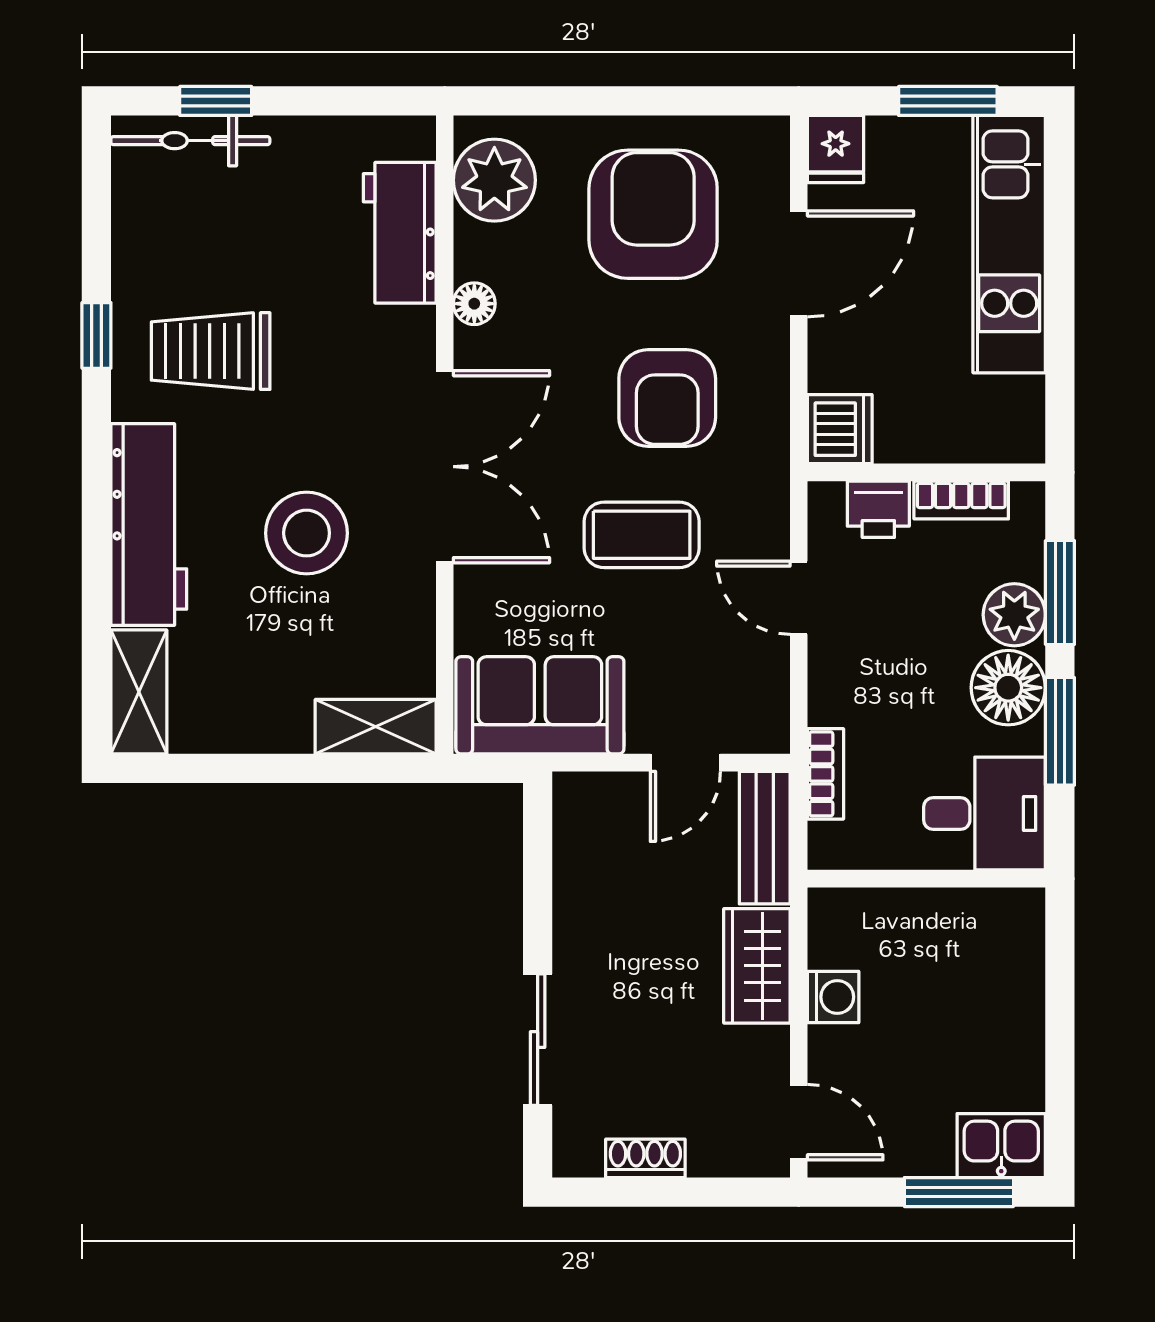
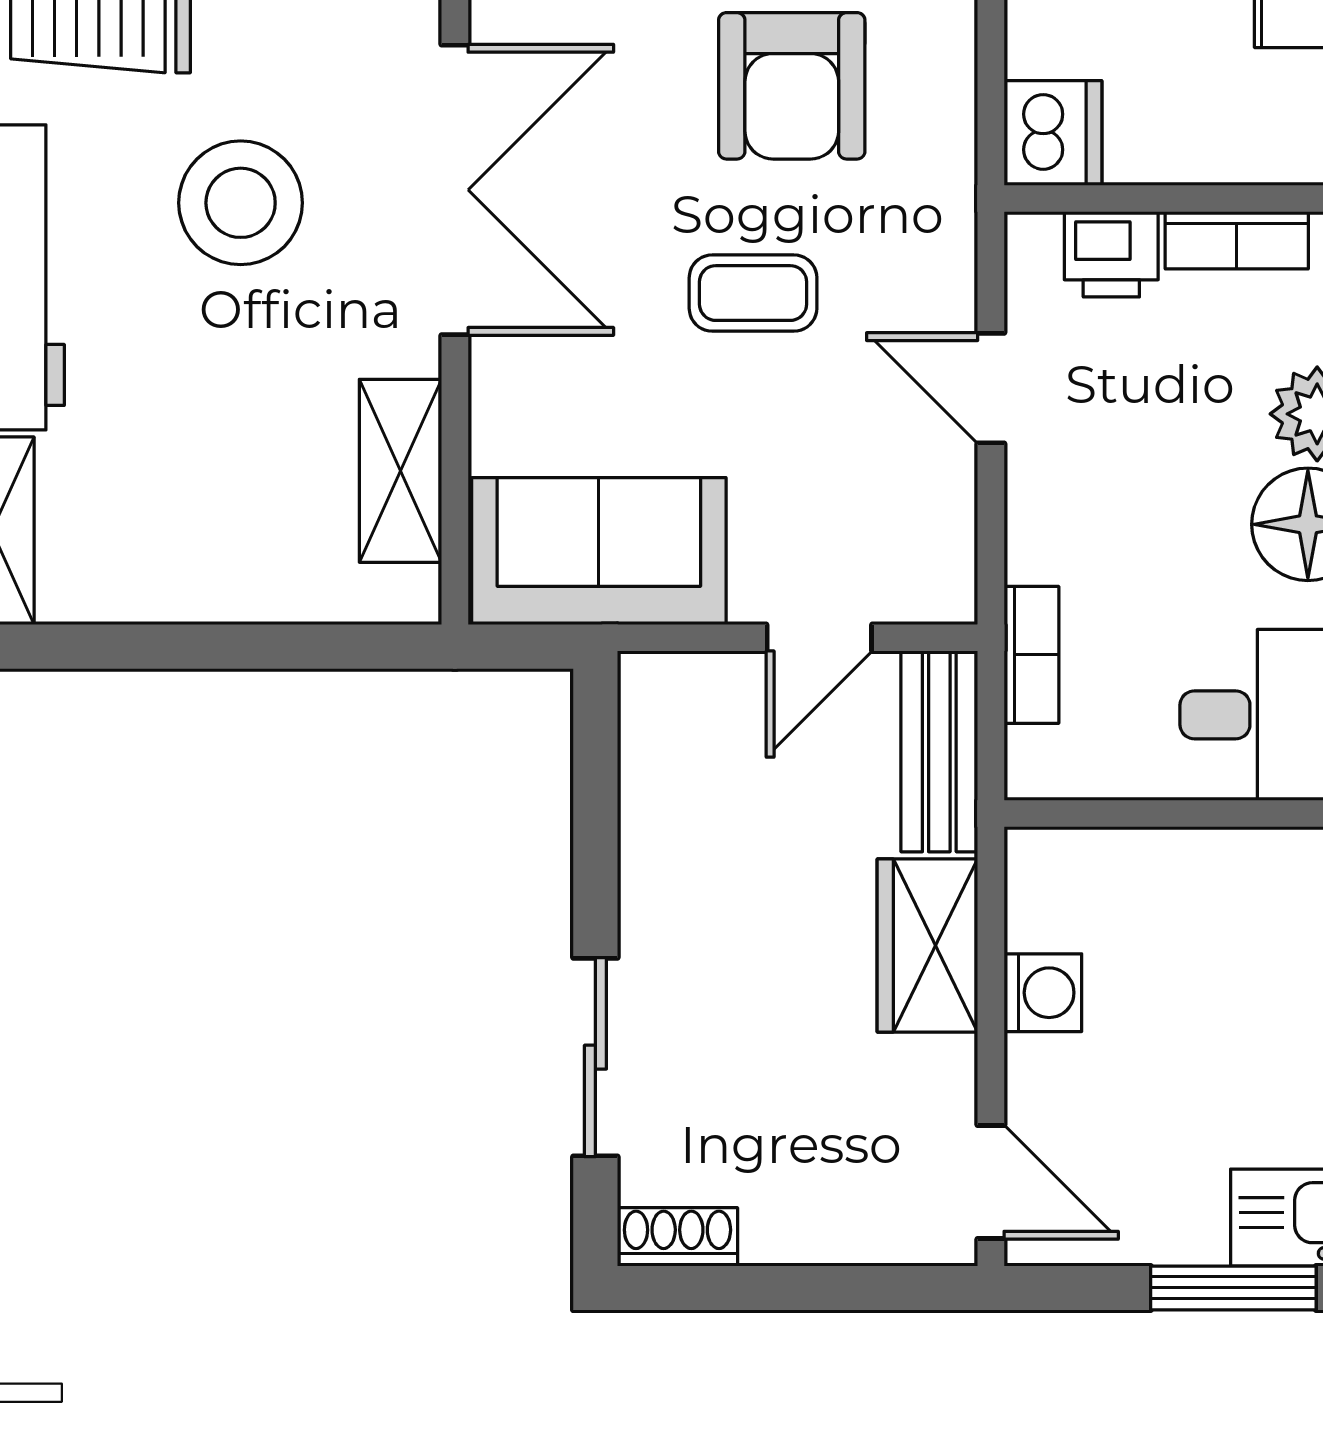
stool: (307, 533) -> (241, 203), moved
coffee table: (642, 535) -> (753, 293), width x0.73, depth x0.77
shelving: (376, 727) -> (401, 471), moved, turned 90
shoe rack: (645, 1158) -> (677, 1237), moved

